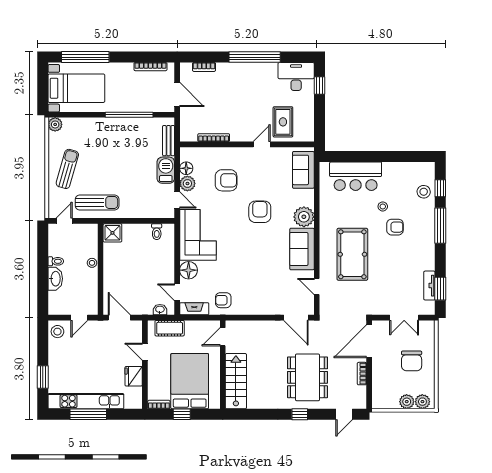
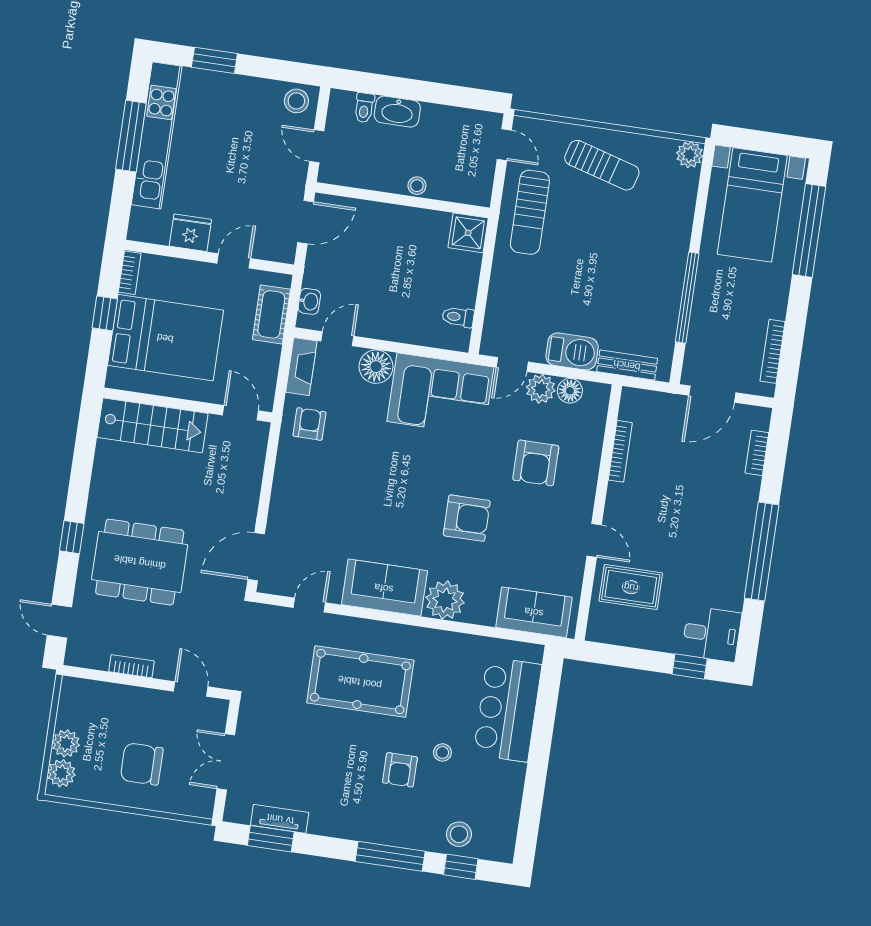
desk: (296, 77) -> (712, 634), width x0.73
toilet: (56, 261) -> (364, 108), moved
door: (369, 341) -> (191, 689), width x0.53

